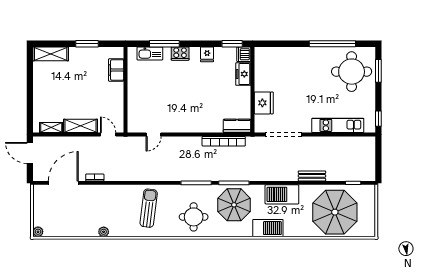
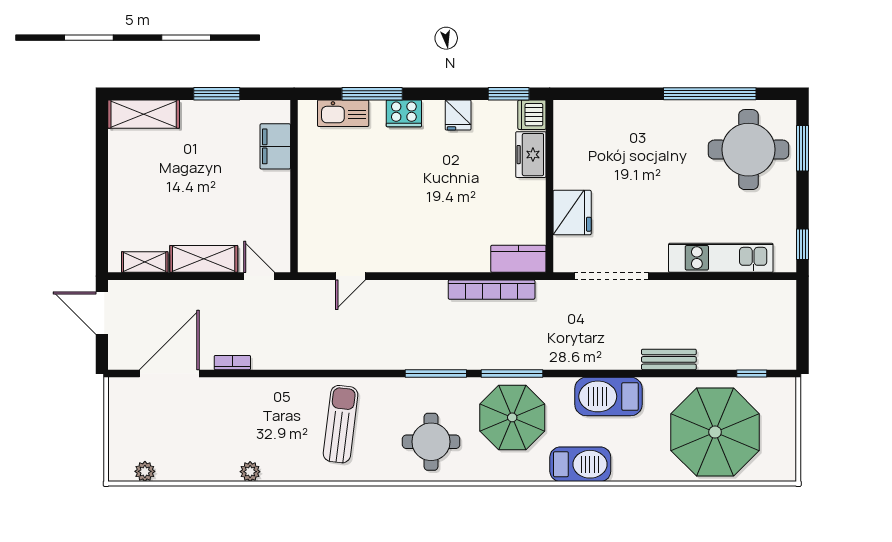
plant: (38, 232) -> (145, 471), moved

